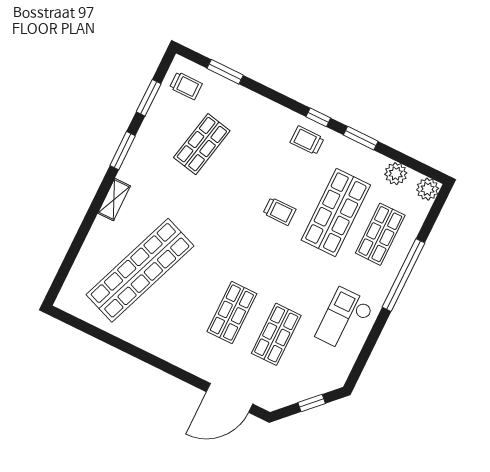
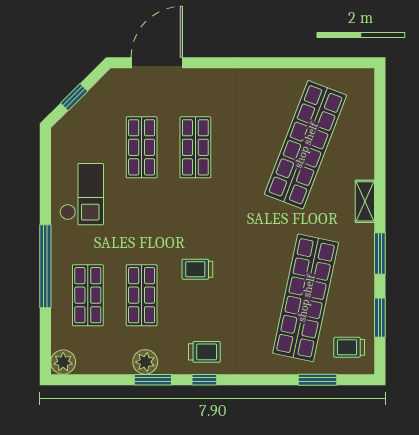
shop shelf: (202, 144) -> (306, 298), width x2.00, depth x1.36
plant: (396, 174) -> (145, 362), moved
shop shelf: (336, 212) -> (142, 295), width x0.70, depth x0.74

